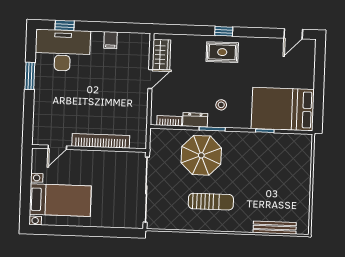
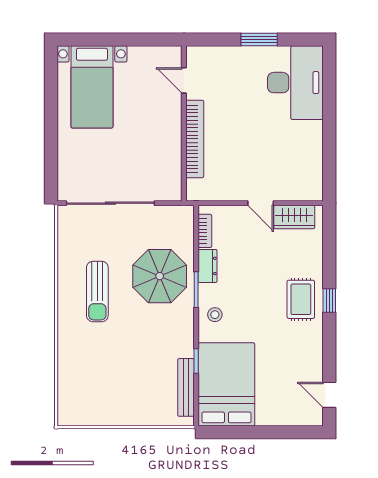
window: (65, 25) -> (329, 84), removed
filing cabinet: (110, 40) -> (312, 147), removed
stool: (221, 105) -> (215, 315), moved
bookcase: (101, 141) -> (195, 139), moved
door: (57, 147) -> (184, 80), moved
wall: (89, 148) -> (184, 123), moved
bench: (275, 228) -> (186, 387), moved

